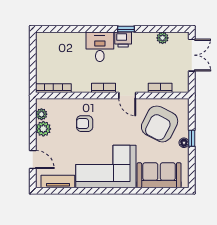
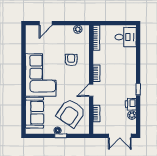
printer: (123, 39) -> (131, 104), moved
desk: (100, 47) -> (126, 37), moved
armchair: (160, 124) -> (71, 113), turned -83
plant: (43, 129) -> (67, 31), removed
tv unit: (58, 182) -> (30, 41), removed

